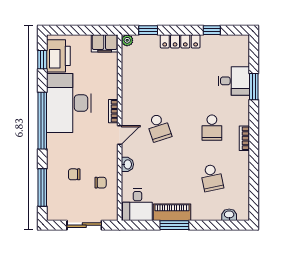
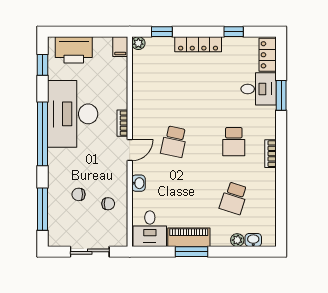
filing cabinet: (105, 43) -> (120, 47), width x0.50
locker: (242, 51) -> (268, 55), added
printer: (58, 56) -> (74, 50), moved, turned 90
school desk: (159, 128) -> (174, 142), turned 30
school desk: (212, 178) -> (234, 198), turned 30
plant: (215, 215) -> (237, 240), added

